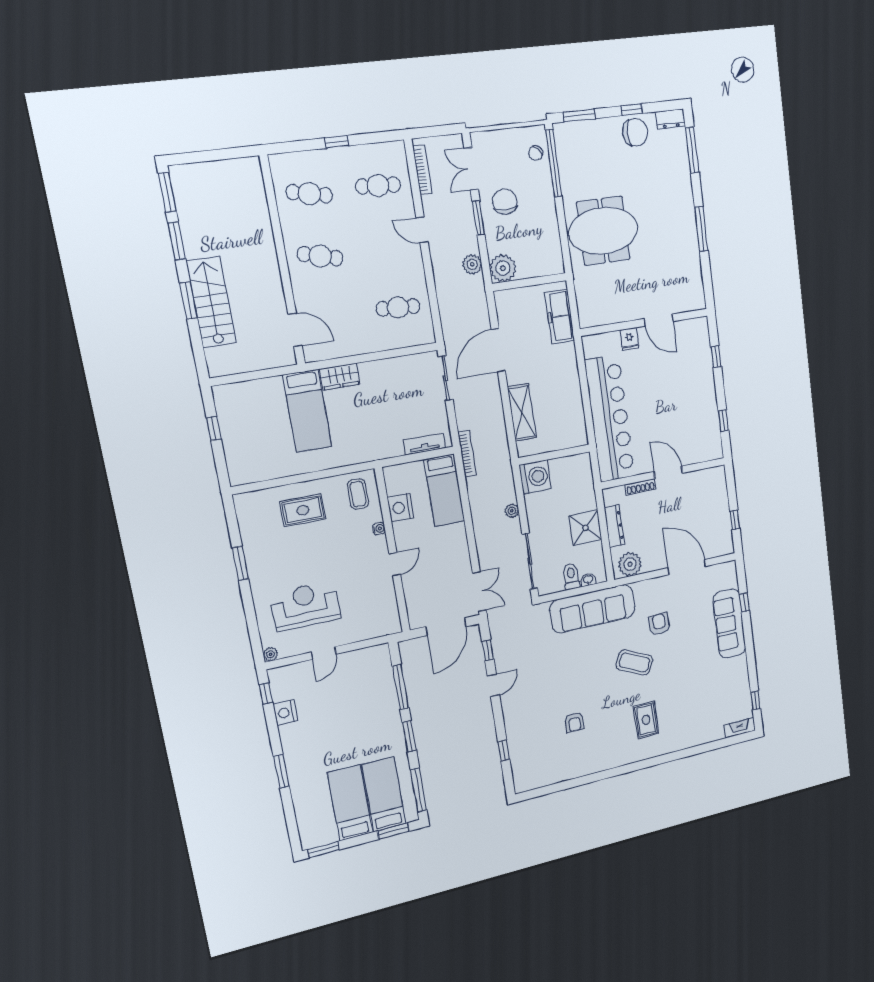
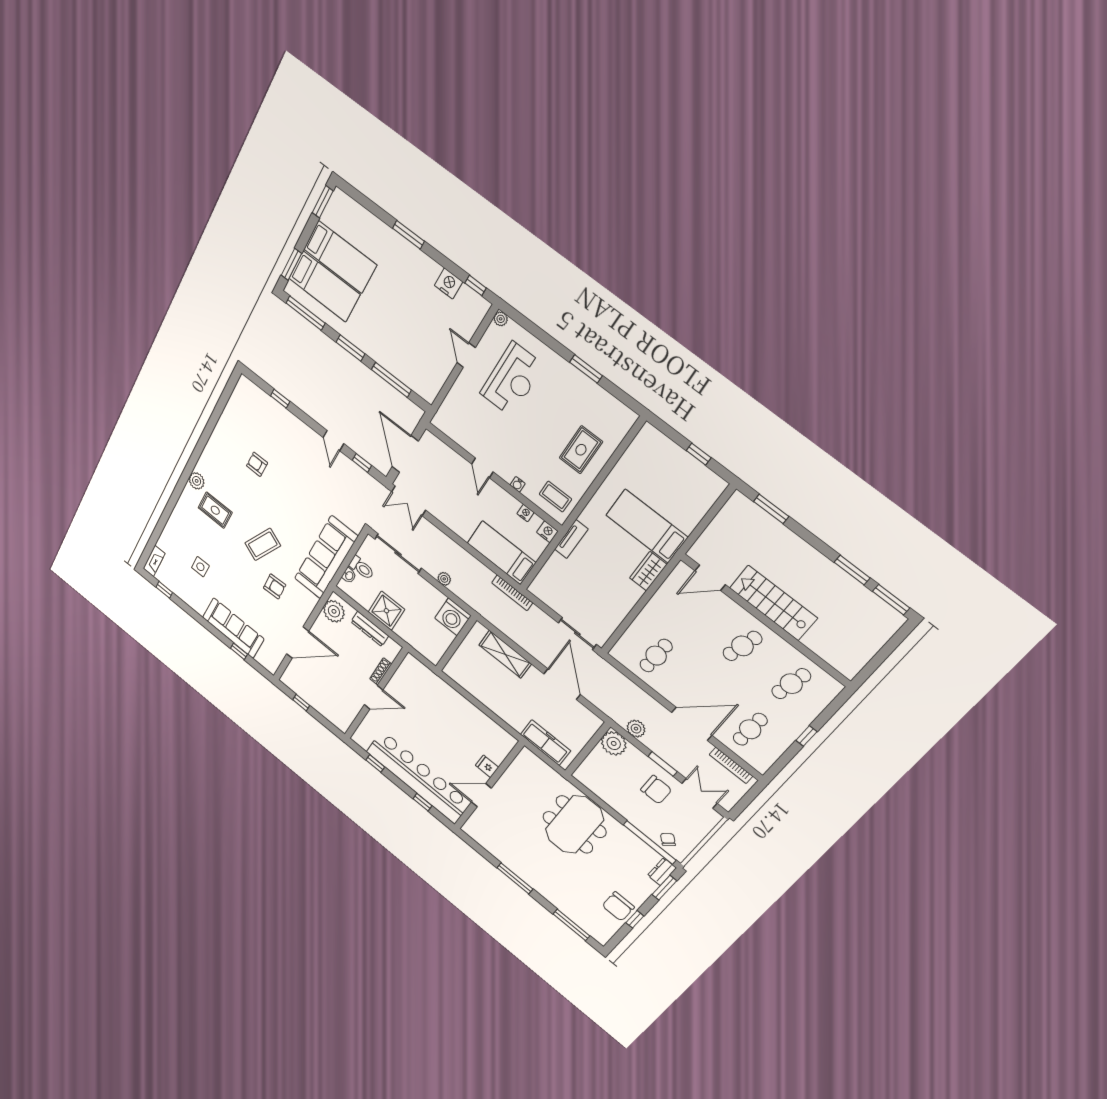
dresser: (671, 119) -> (662, 872), moved
door: (422, 230) -> (692, 724), width x1.88
window: (189, 300) -> (771, 509), moved
stairs: (211, 302) -> (773, 603), moved, turned 180
bar counter: (610, 419) -> (418, 777), moved, turned 180
tv unit: (424, 444) -> (571, 539), moved
nightstand: (391, 474) -> (547, 532), added
nightstand: (400, 508) -> (525, 513), width x0.53, depth x0.56
side table: (705, 691) -> (200, 567), added
plant: (637, 753) -> (197, 481), added

